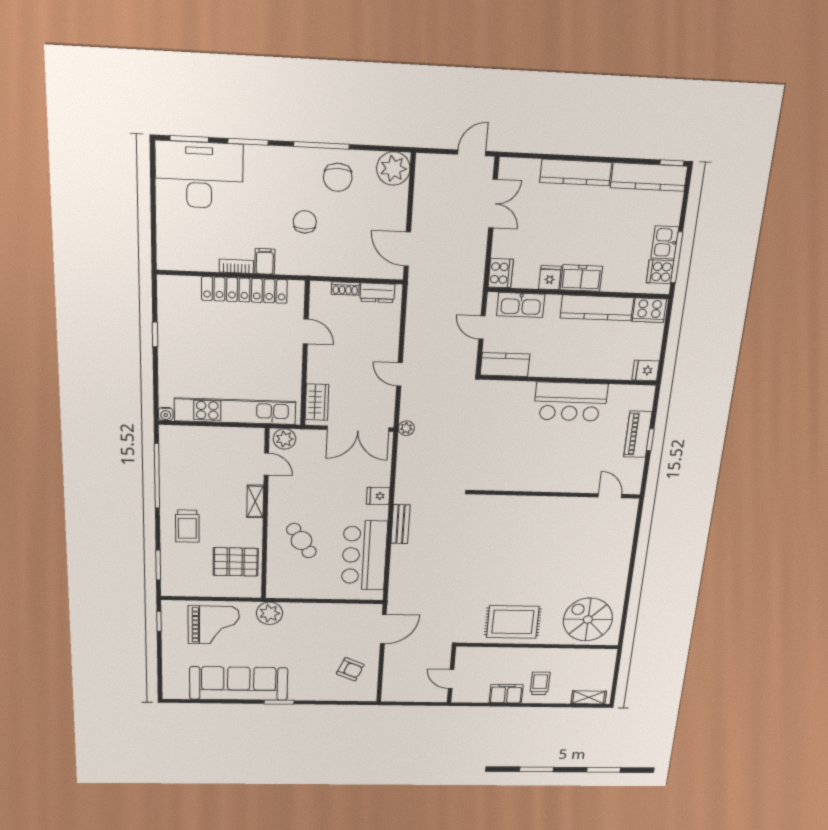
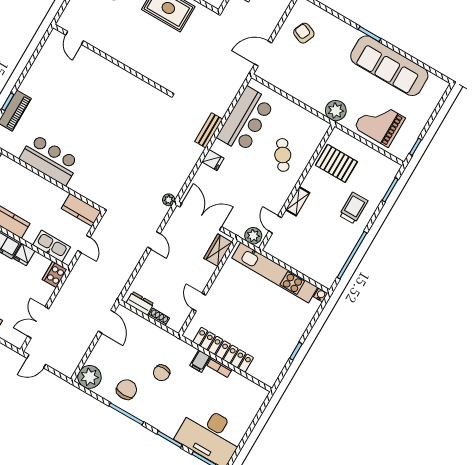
wall: (555, 494) -> (112, 60), moved
door: (610, 496) -> (75, 38), moved

